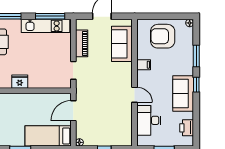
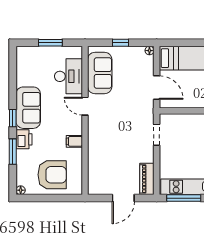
piano: (82, 43) -> (147, 179), moved
sofa: (122, 44) -> (100, 73), moved
door: (73, 111) -> (157, 88), hinge flipped
printer: (187, 128) -> (24, 139), moved

